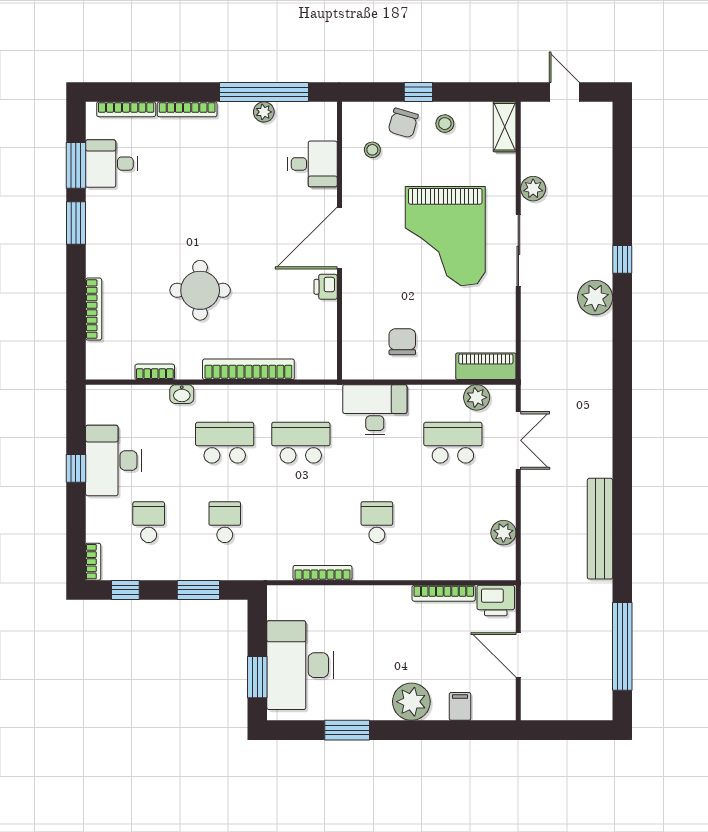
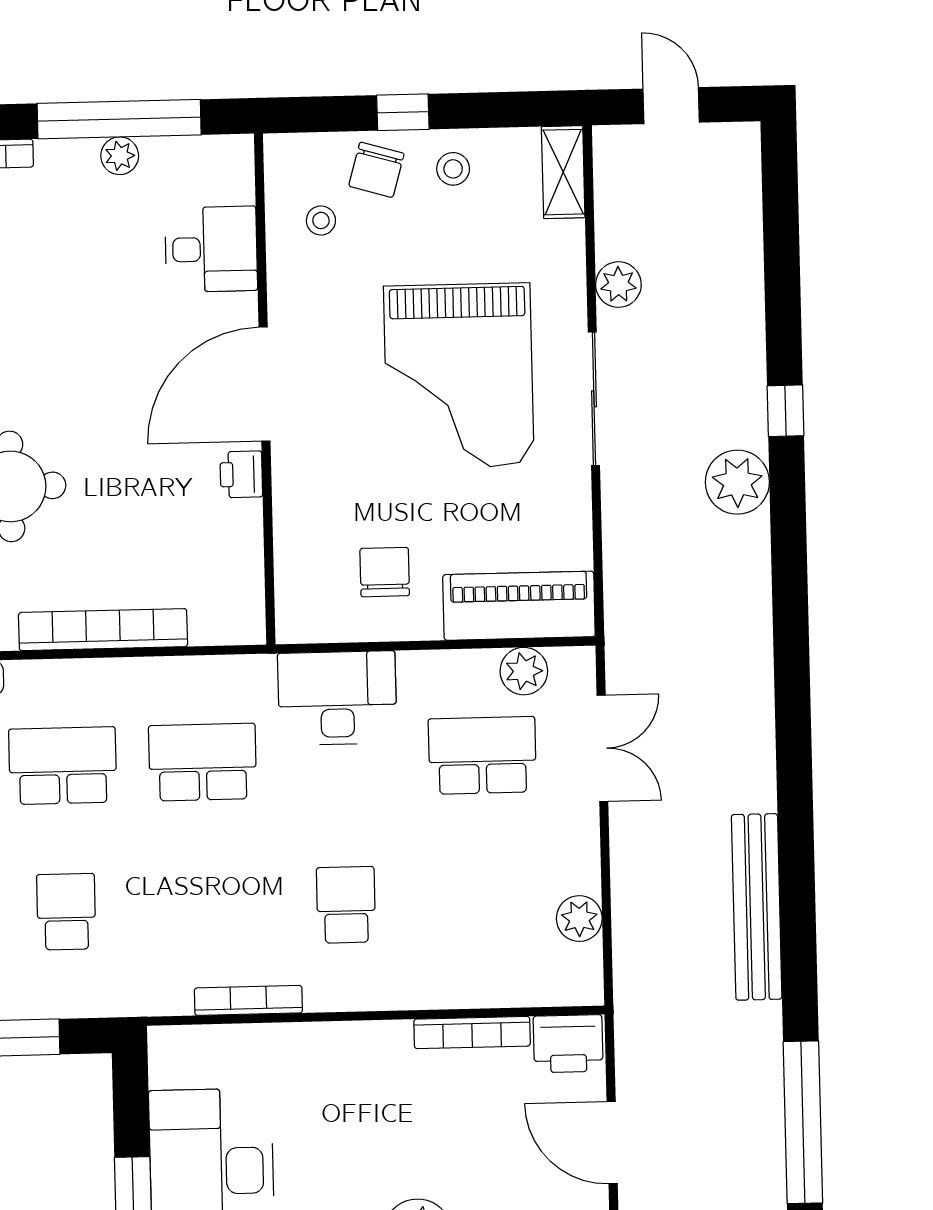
piano: (486, 366) -> (519, 606), width x1.37, depth x1.33

